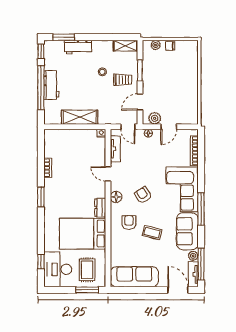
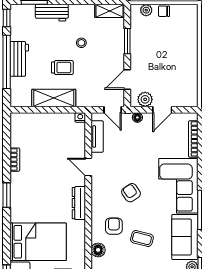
trolley: (123, 80) -> (62, 68), moved
floor lamp: (116, 197) -> (98, 250), moved
dresser: (100, 208) -> (79, 203), width x1.44
bed: (83, 234) -> (38, 242), moved, turned 180

